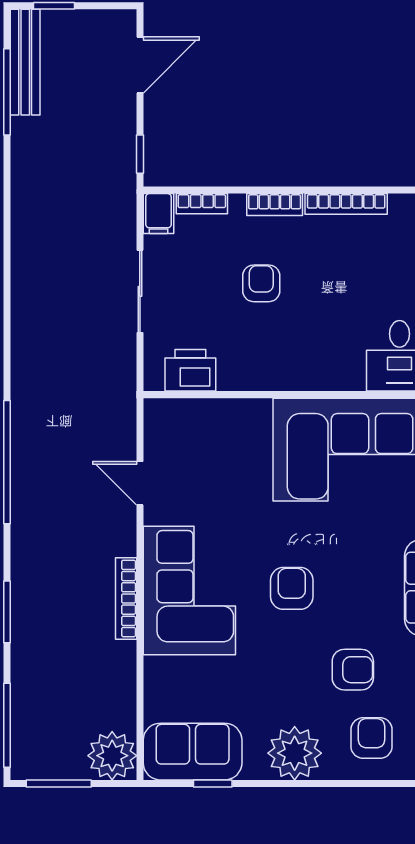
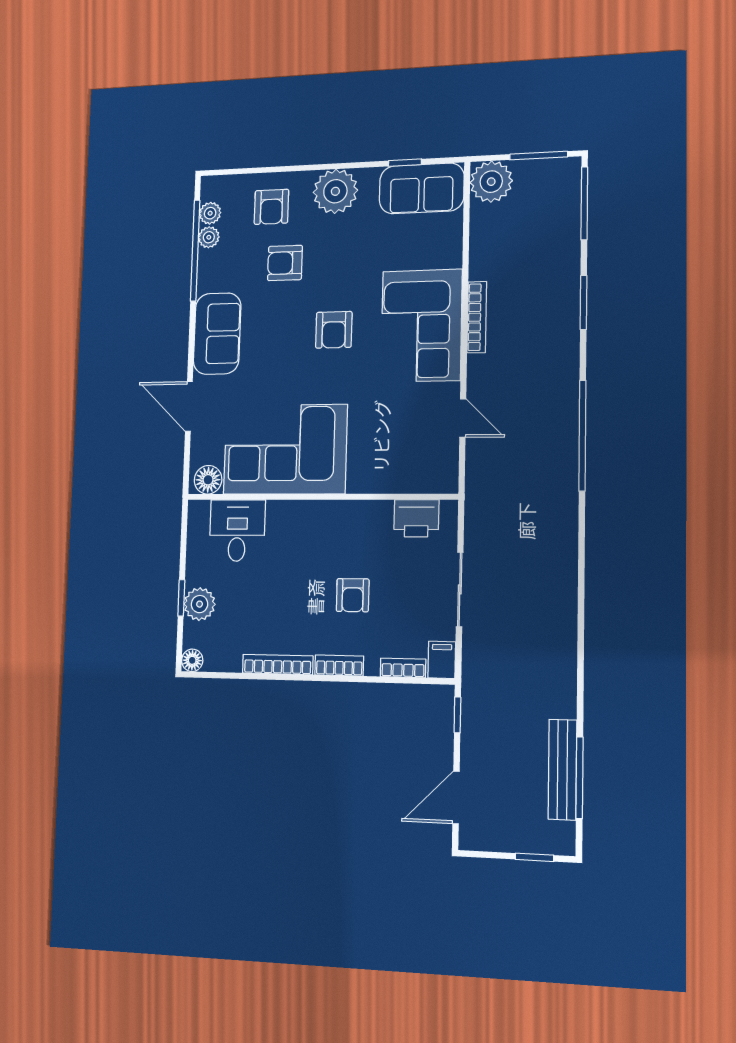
bench: (25, 62) -> (562, 770), moved

